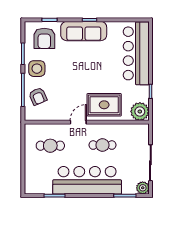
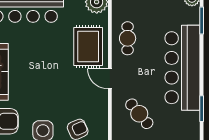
cafe table: (102, 145) -> (128, 38), moved
cafe table: (50, 146) -> (139, 114), turned -40

